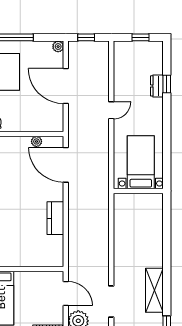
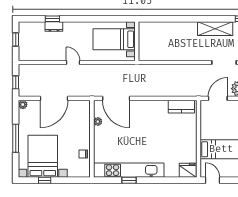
door: (66, 165) -> (116, 98), hinge flipped
kitchen counter: (55, 218) -> (181, 107), moved

